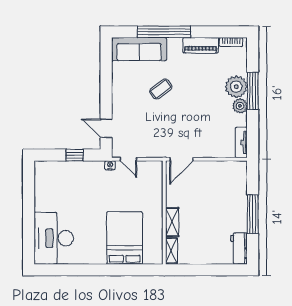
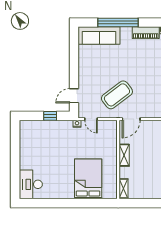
coffee table: (161, 89) -> (117, 95), moved, width x1.86, depth x1.72
door: (106, 128) -> (74, 96), hinge flipped
shelving: (172, 222) -> (124, 155), moved
desk: (54, 238) -> (31, 184), width x0.73, depth x0.77

